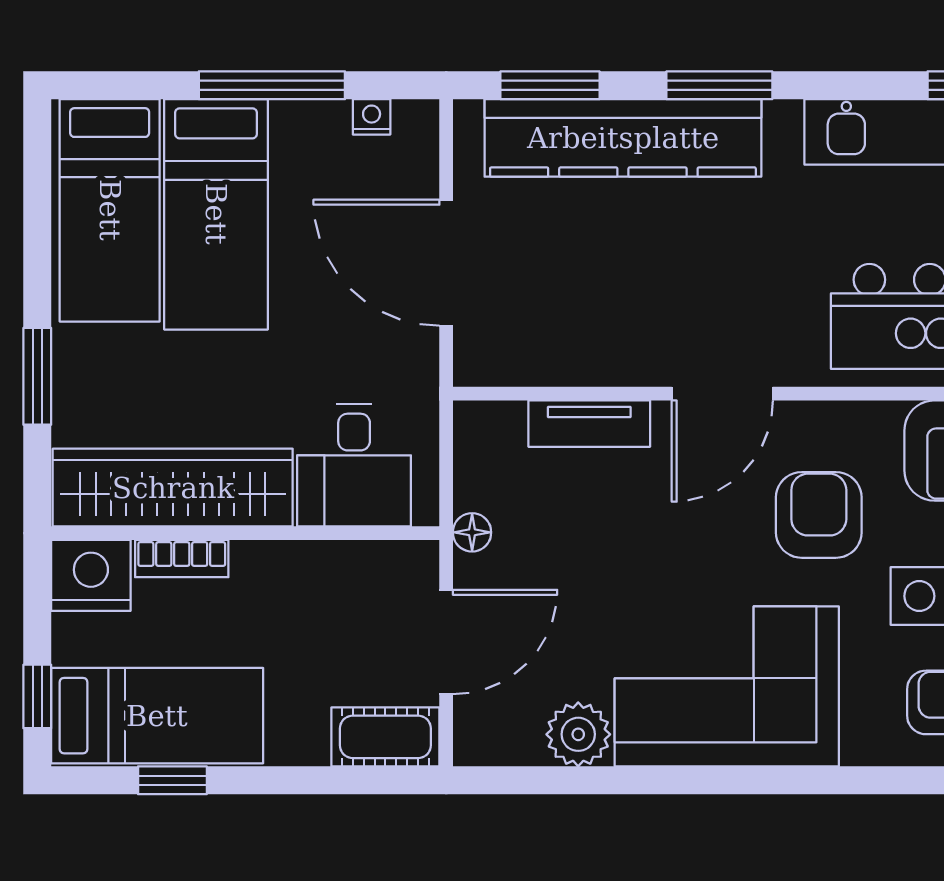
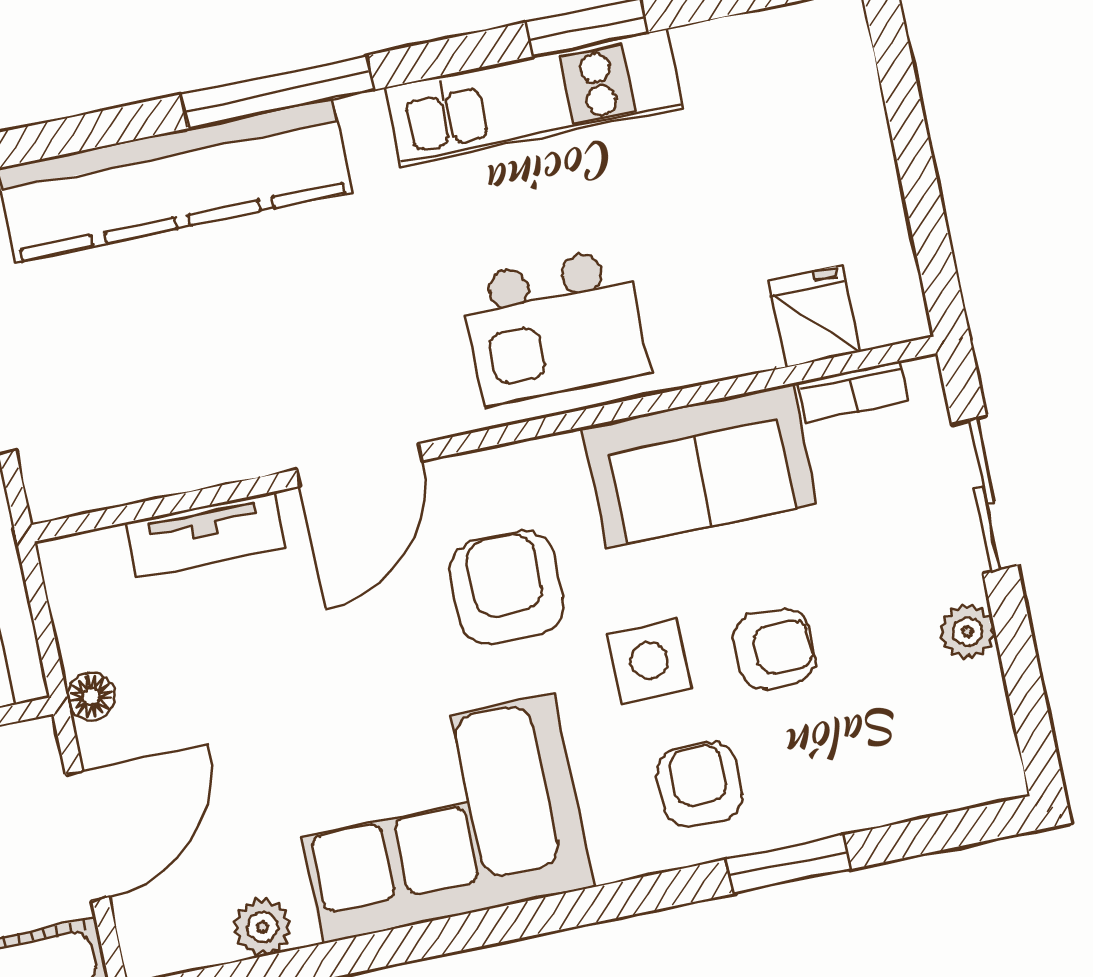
window: (550, 85) -> (72, 135), removed
window: (719, 85) -> (278, 92), width x1.44
plant: (578, 734) -> (262, 927), width x0.73, depth x0.73

